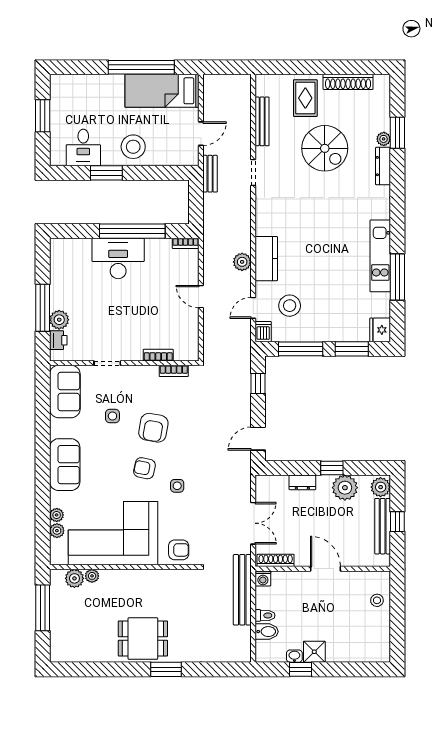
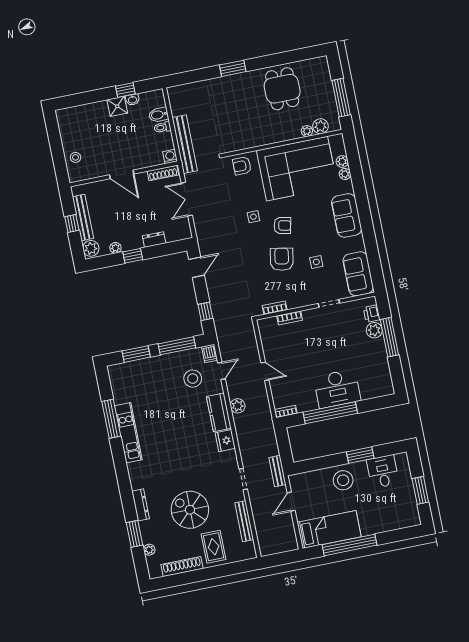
plant: (384, 139) -> (149, 550), moved
fridge: (380, 330) -> (225, 441), moved, turned 180
plant: (345, 488) -> (115, 248), width x0.53, depth x0.53
dining table: (143, 639) -> (282, 89), moved, turned 90

